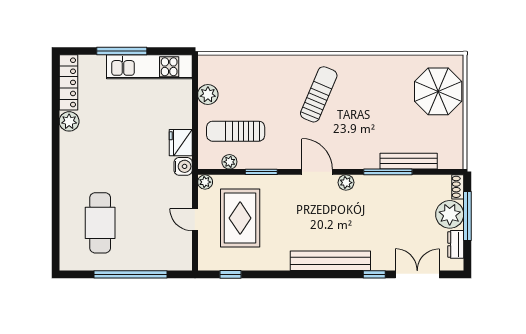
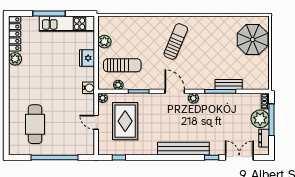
sun lounger: (236, 131) -> (122, 65), turned 180
fridge: (181, 143) -> (87, 58), moved
bench: (409, 161) -> (229, 84), width x0.73

